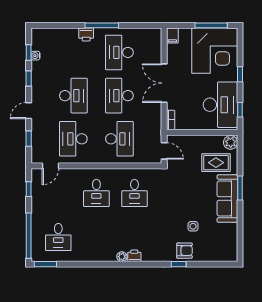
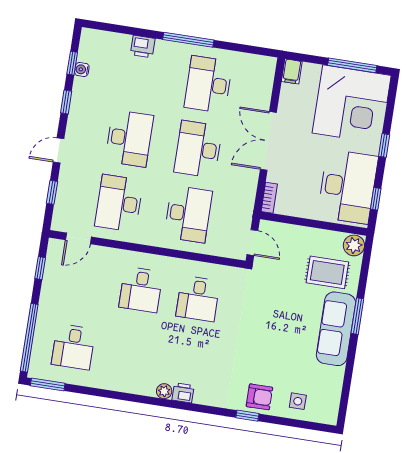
printer: (86, 34) -> (143, 46), moved
side table: (193, 226) -> (298, 401), moved

